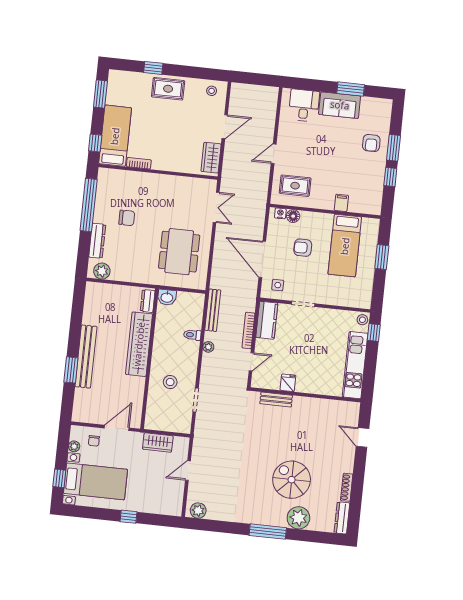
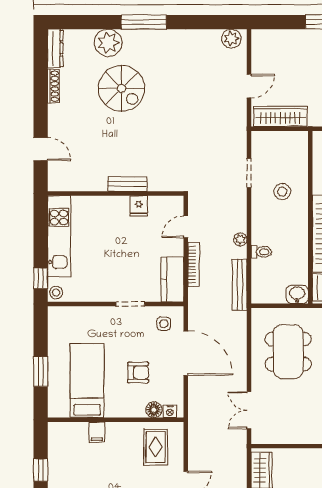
rug: (295, 186) -> (155, 447), turned 90
bench: (276, 399) -> (127, 184), moved
wardrobe: (158, 442) -> (280, 116), width x1.50

